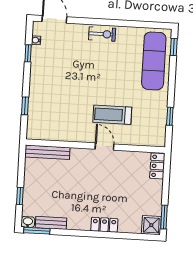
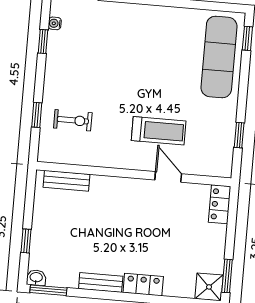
exercise bike: (102, 34) -> (73, 120), moved
treadmill: (112, 115) -> (159, 131), turned 180
door: (105, 147) -> (168, 177), moved
bench: (48, 152) -> (67, 181), width x0.73
bench: (51, 223) -> (101, 283), moved

